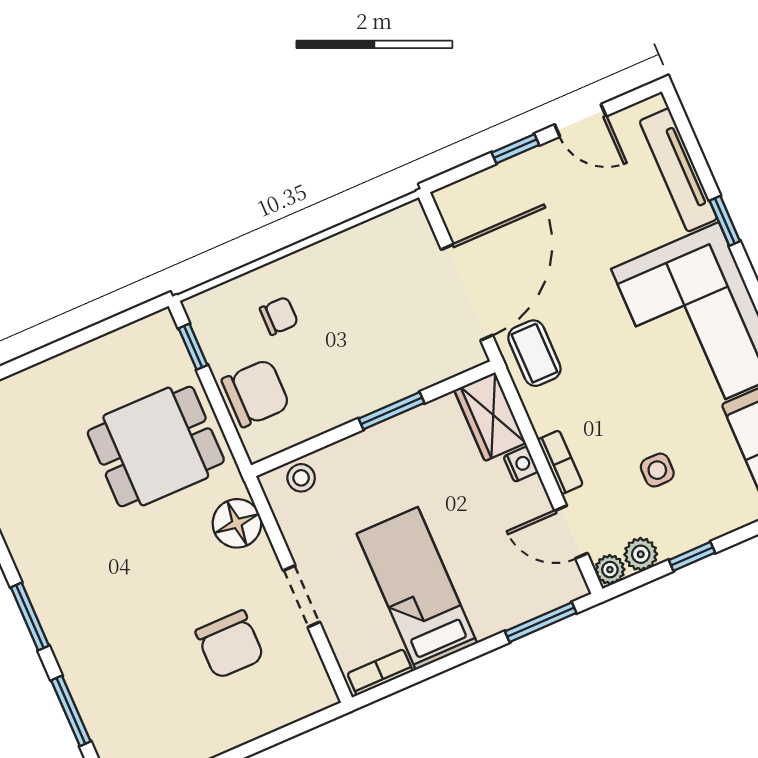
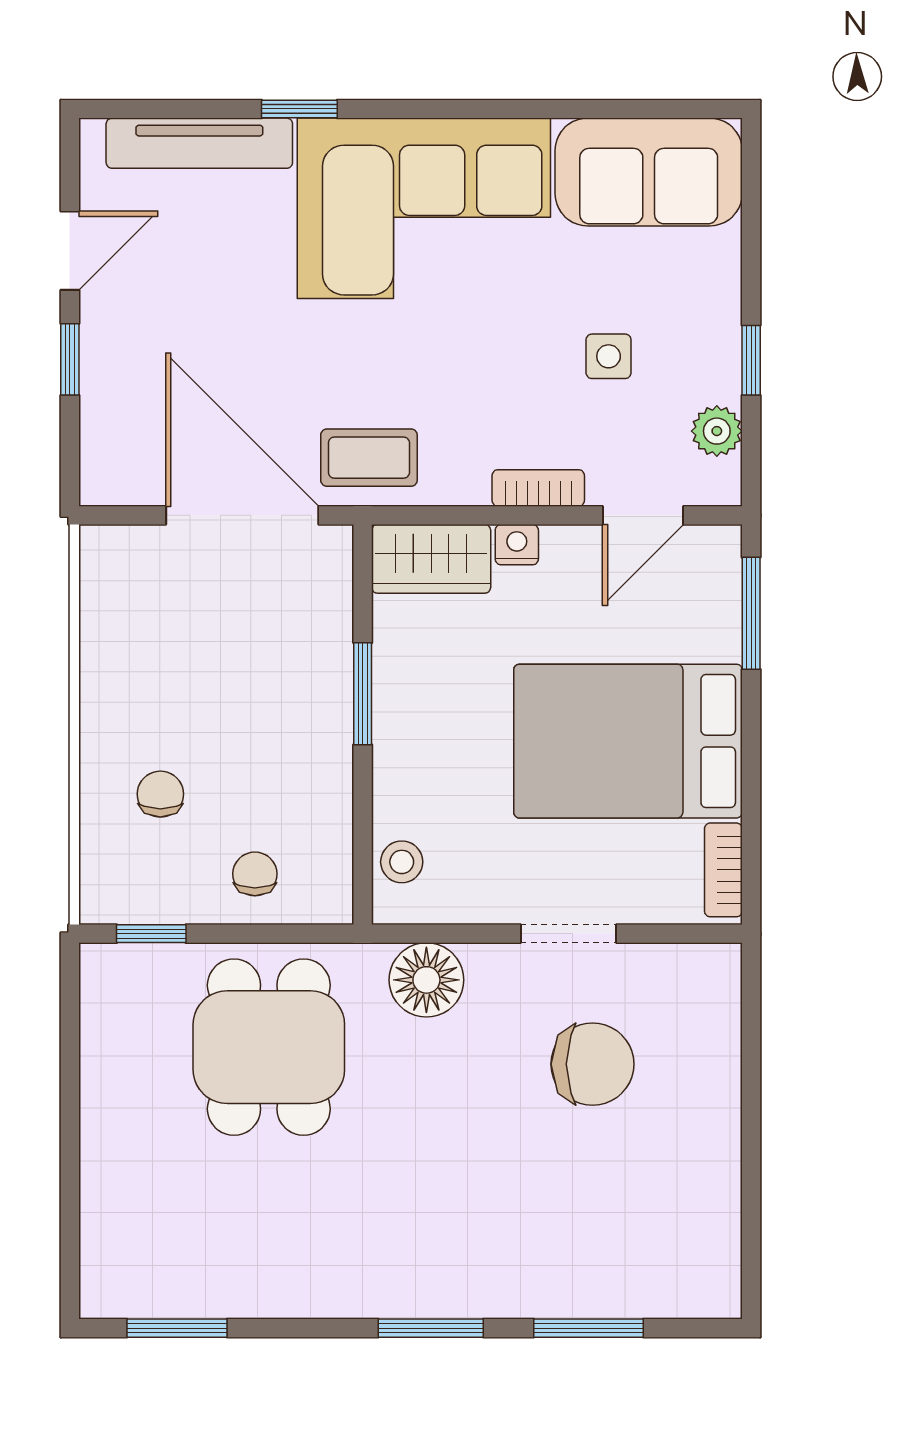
chair: (256, 393) -> (255, 874), width x0.54, depth x0.54
plant: (610, 570) -> (720, 484), removed
bed: (417, 588) -> (628, 741), width x1.50

